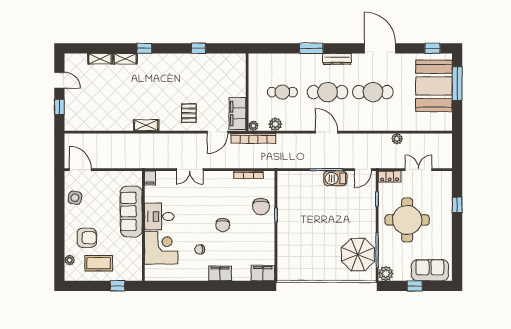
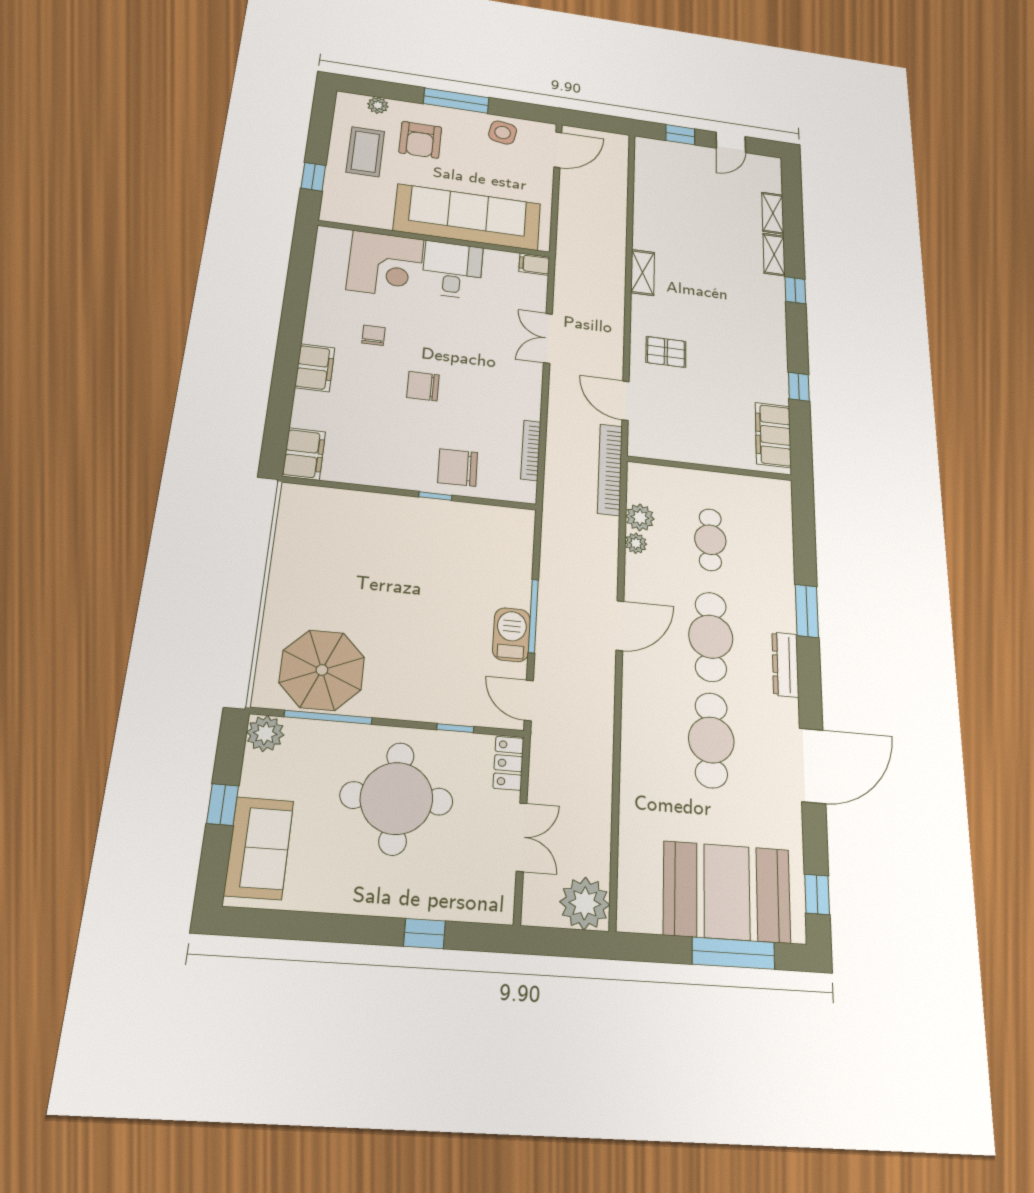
filing cabinet: (237, 113) -> (773, 435), moved, turned -90
plant: (253, 126) -> (636, 543), moved
plant: (397, 139) -> (585, 903), moved, width x1.87, depth x1.87
sofa: (131, 211) -> (468, 217), width x1.36, depth x1.27
window: (59, 222) -> (456, 101), added

